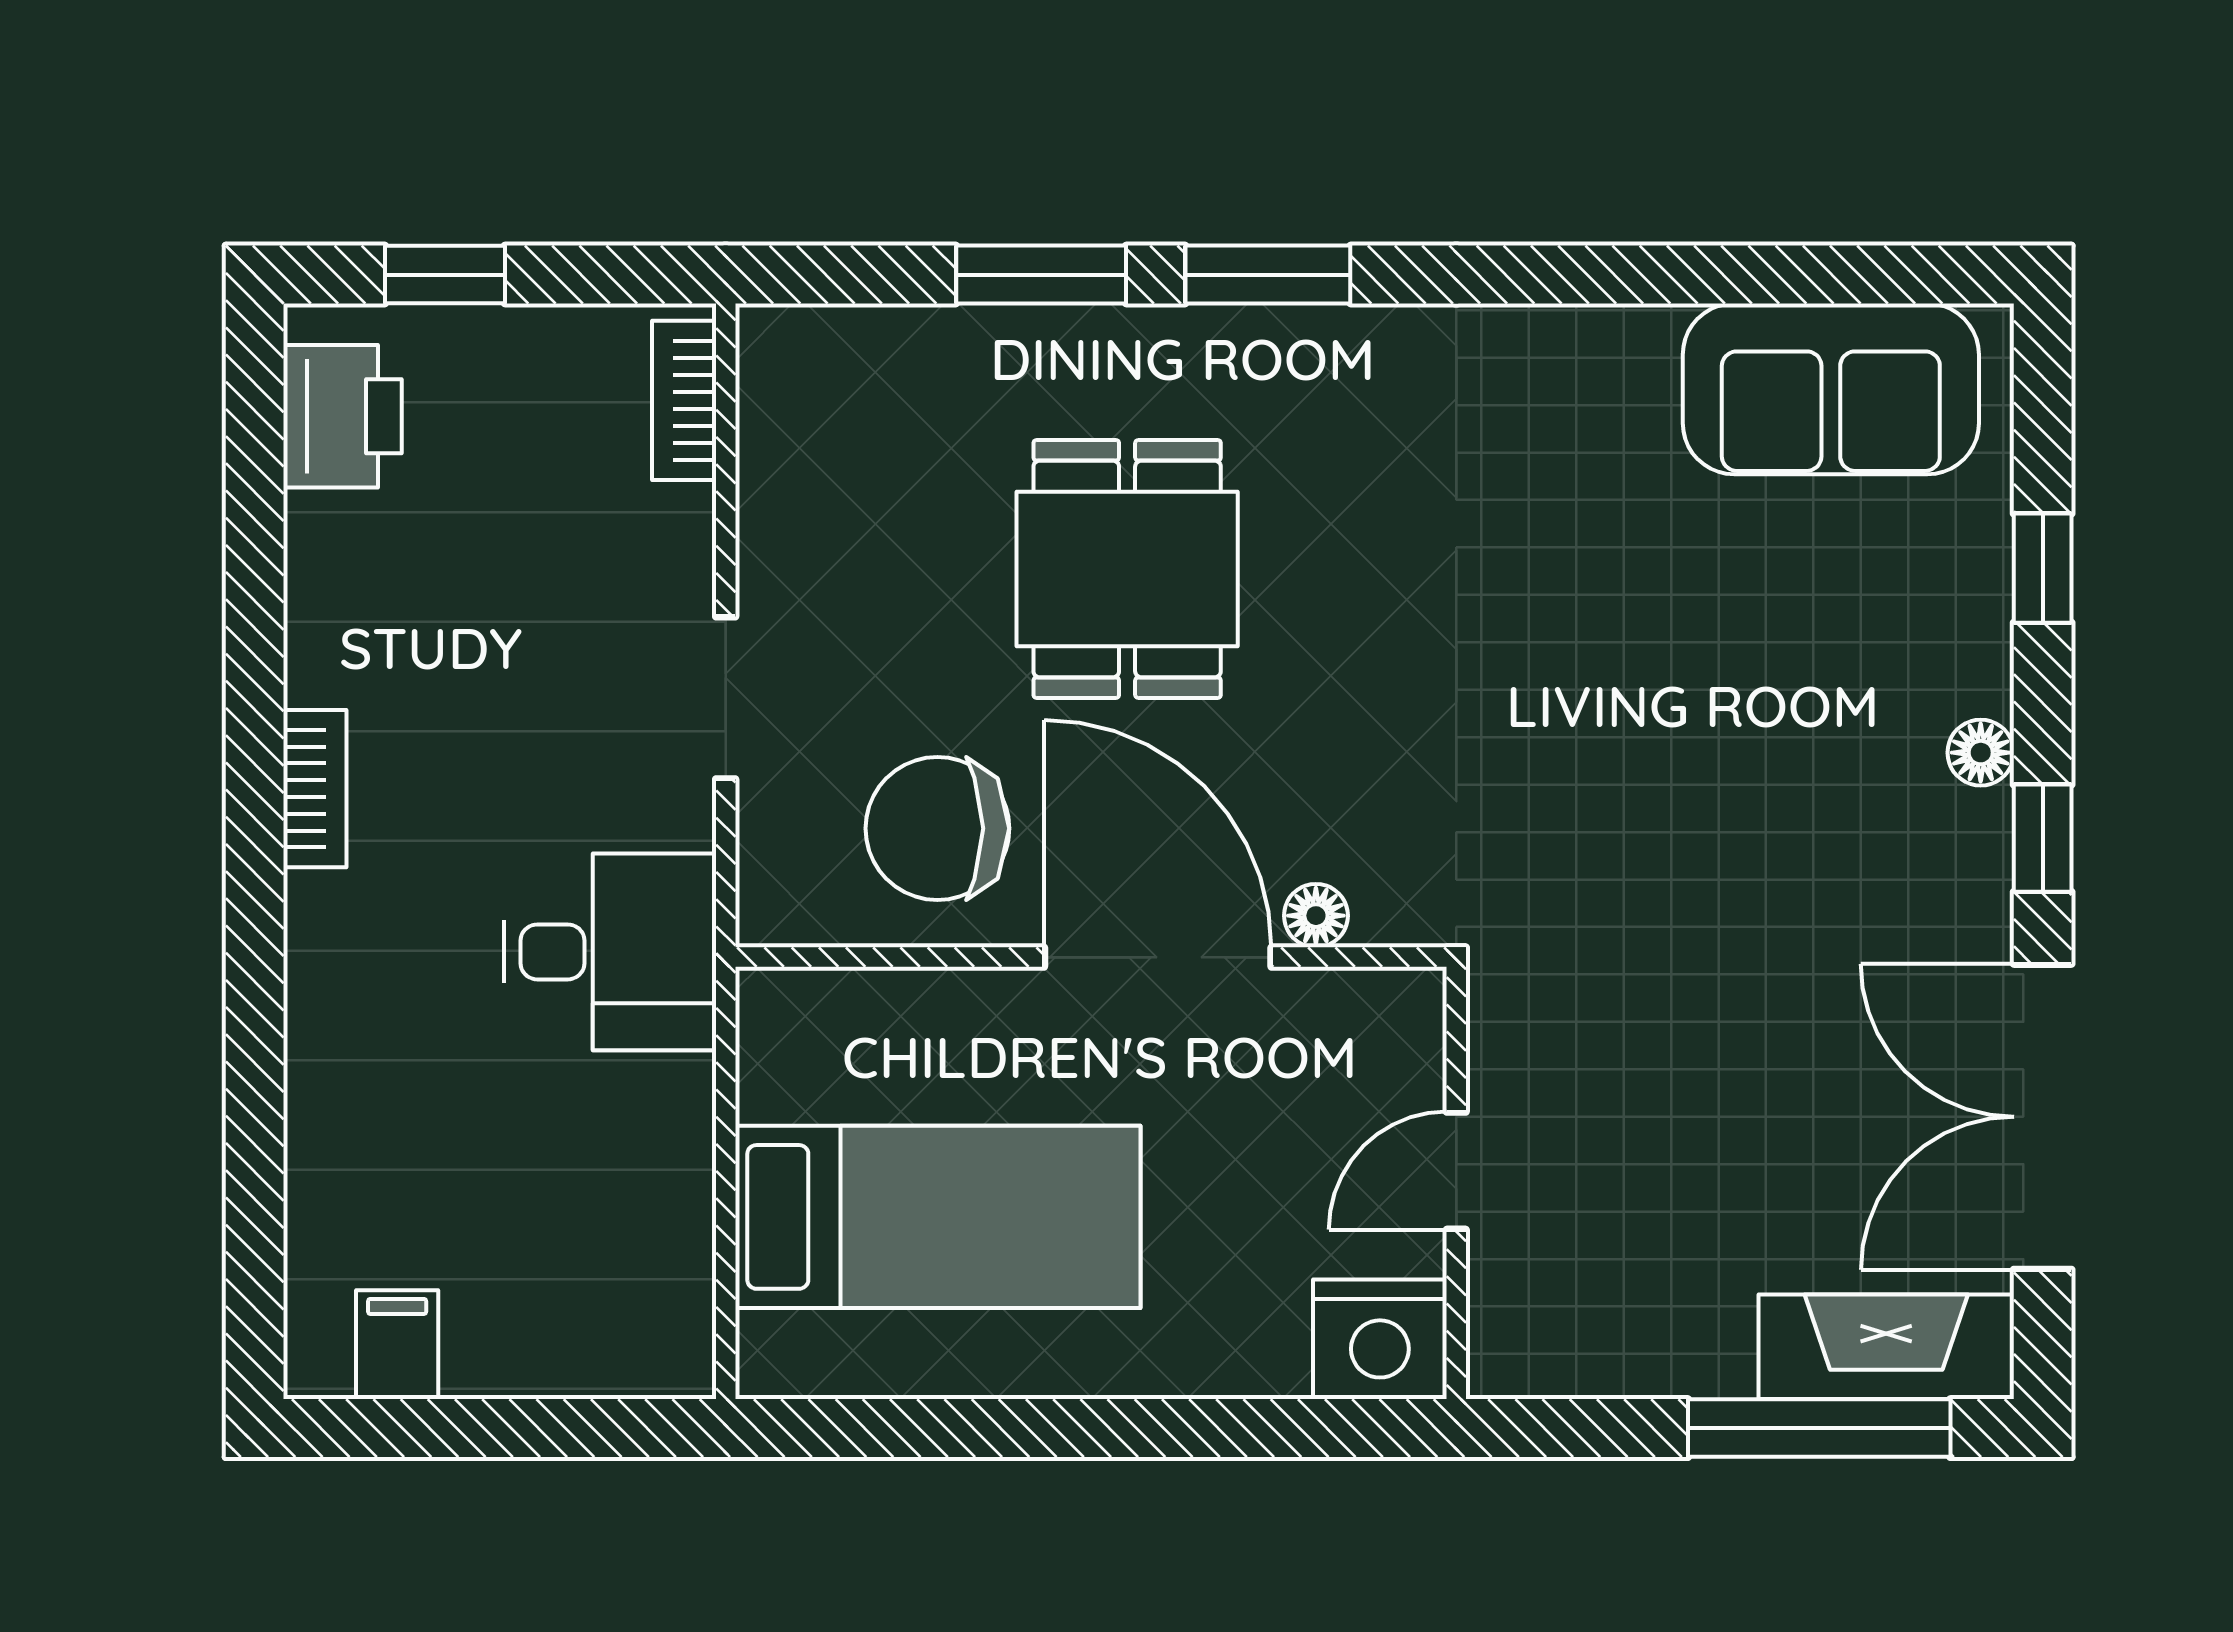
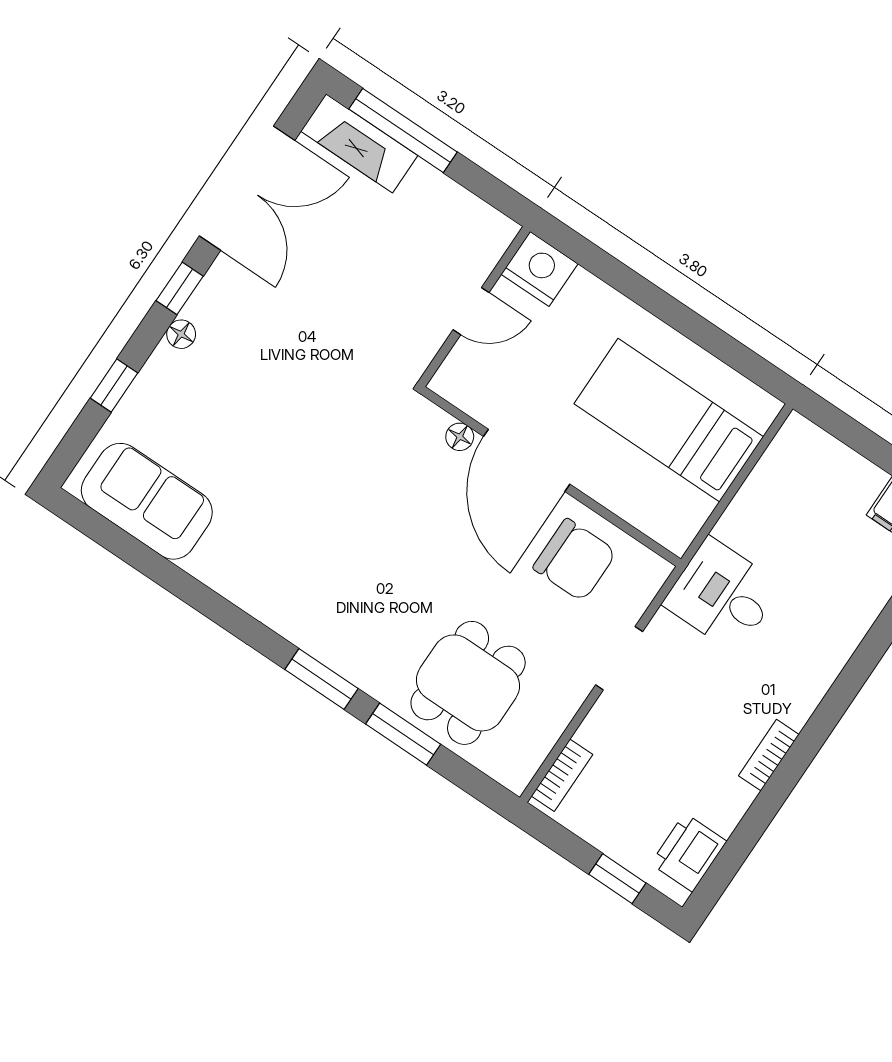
dining table: (1127, 569) -> (468, 683), moved
bookcase: (315, 789) -> (769, 755), moved

